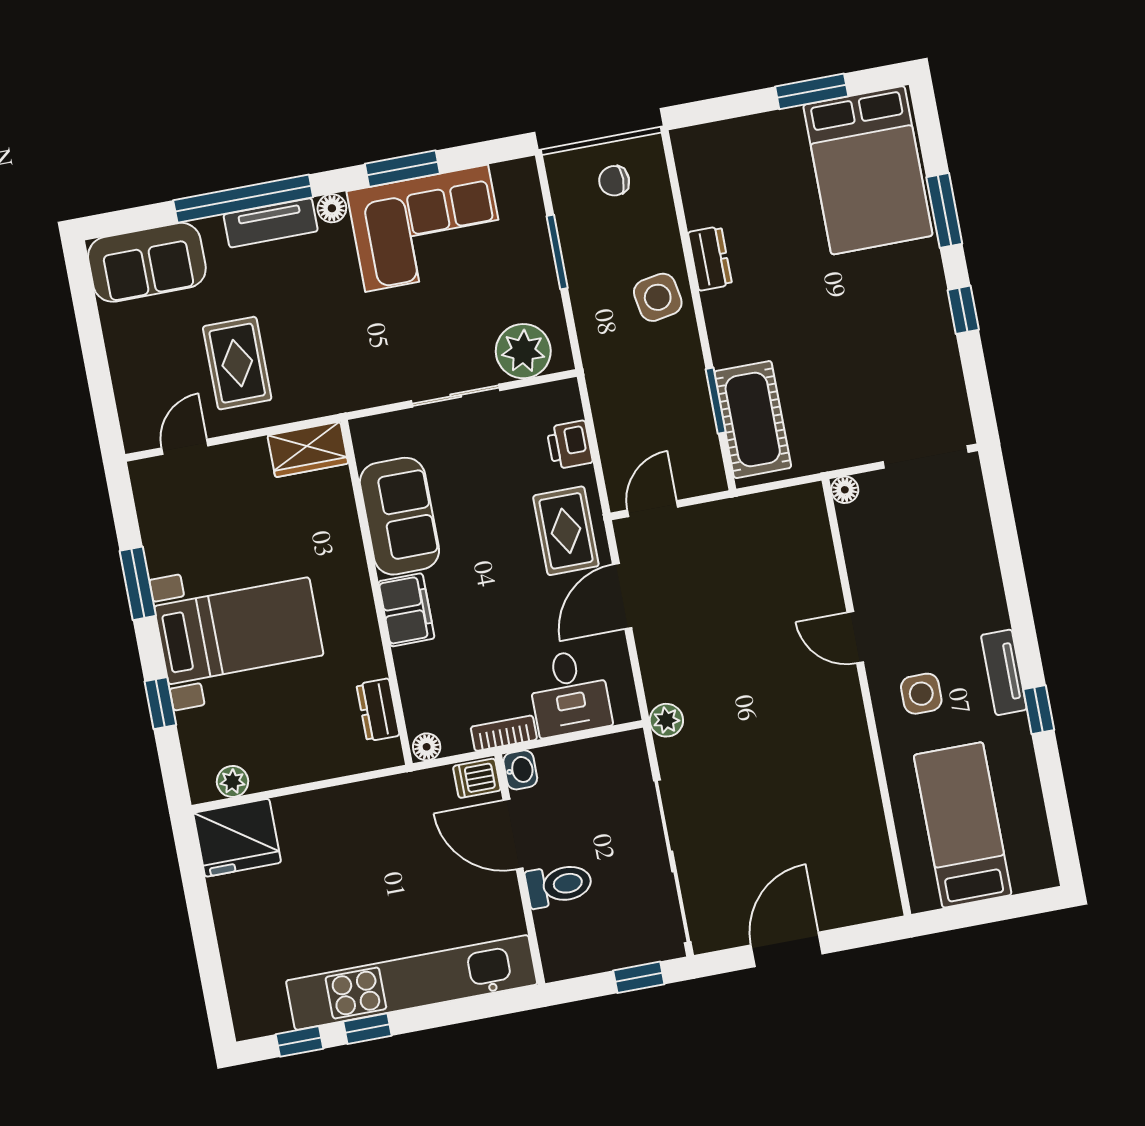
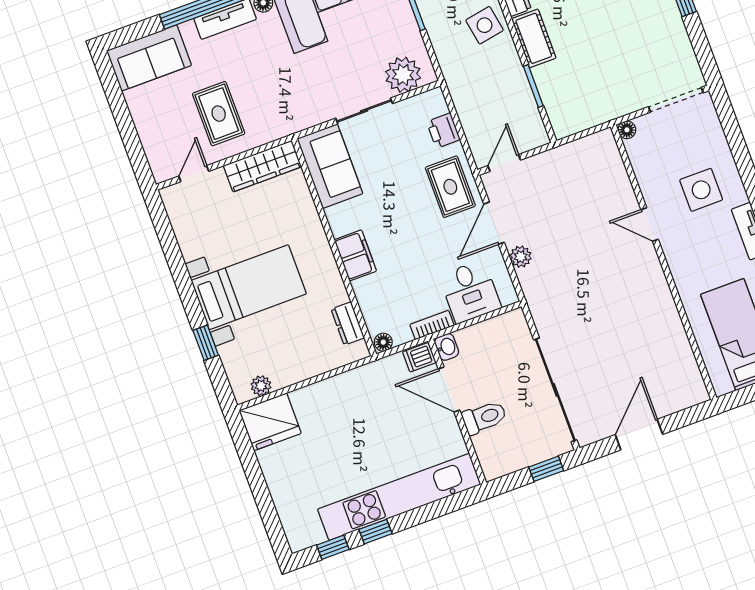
cot: (753, 420) -> (534, 38), moved, width x0.73, depth x0.75
wardrobe: (308, 449) -> (262, 166), width x1.50
sofa: (399, 516) -> (330, 166), moved
window: (138, 583) -> (178, 267), removed
side table: (921, 694) -> (701, 190), moved, width x1.37, depth x1.37
plant: (666, 720) -> (521, 257), moved

